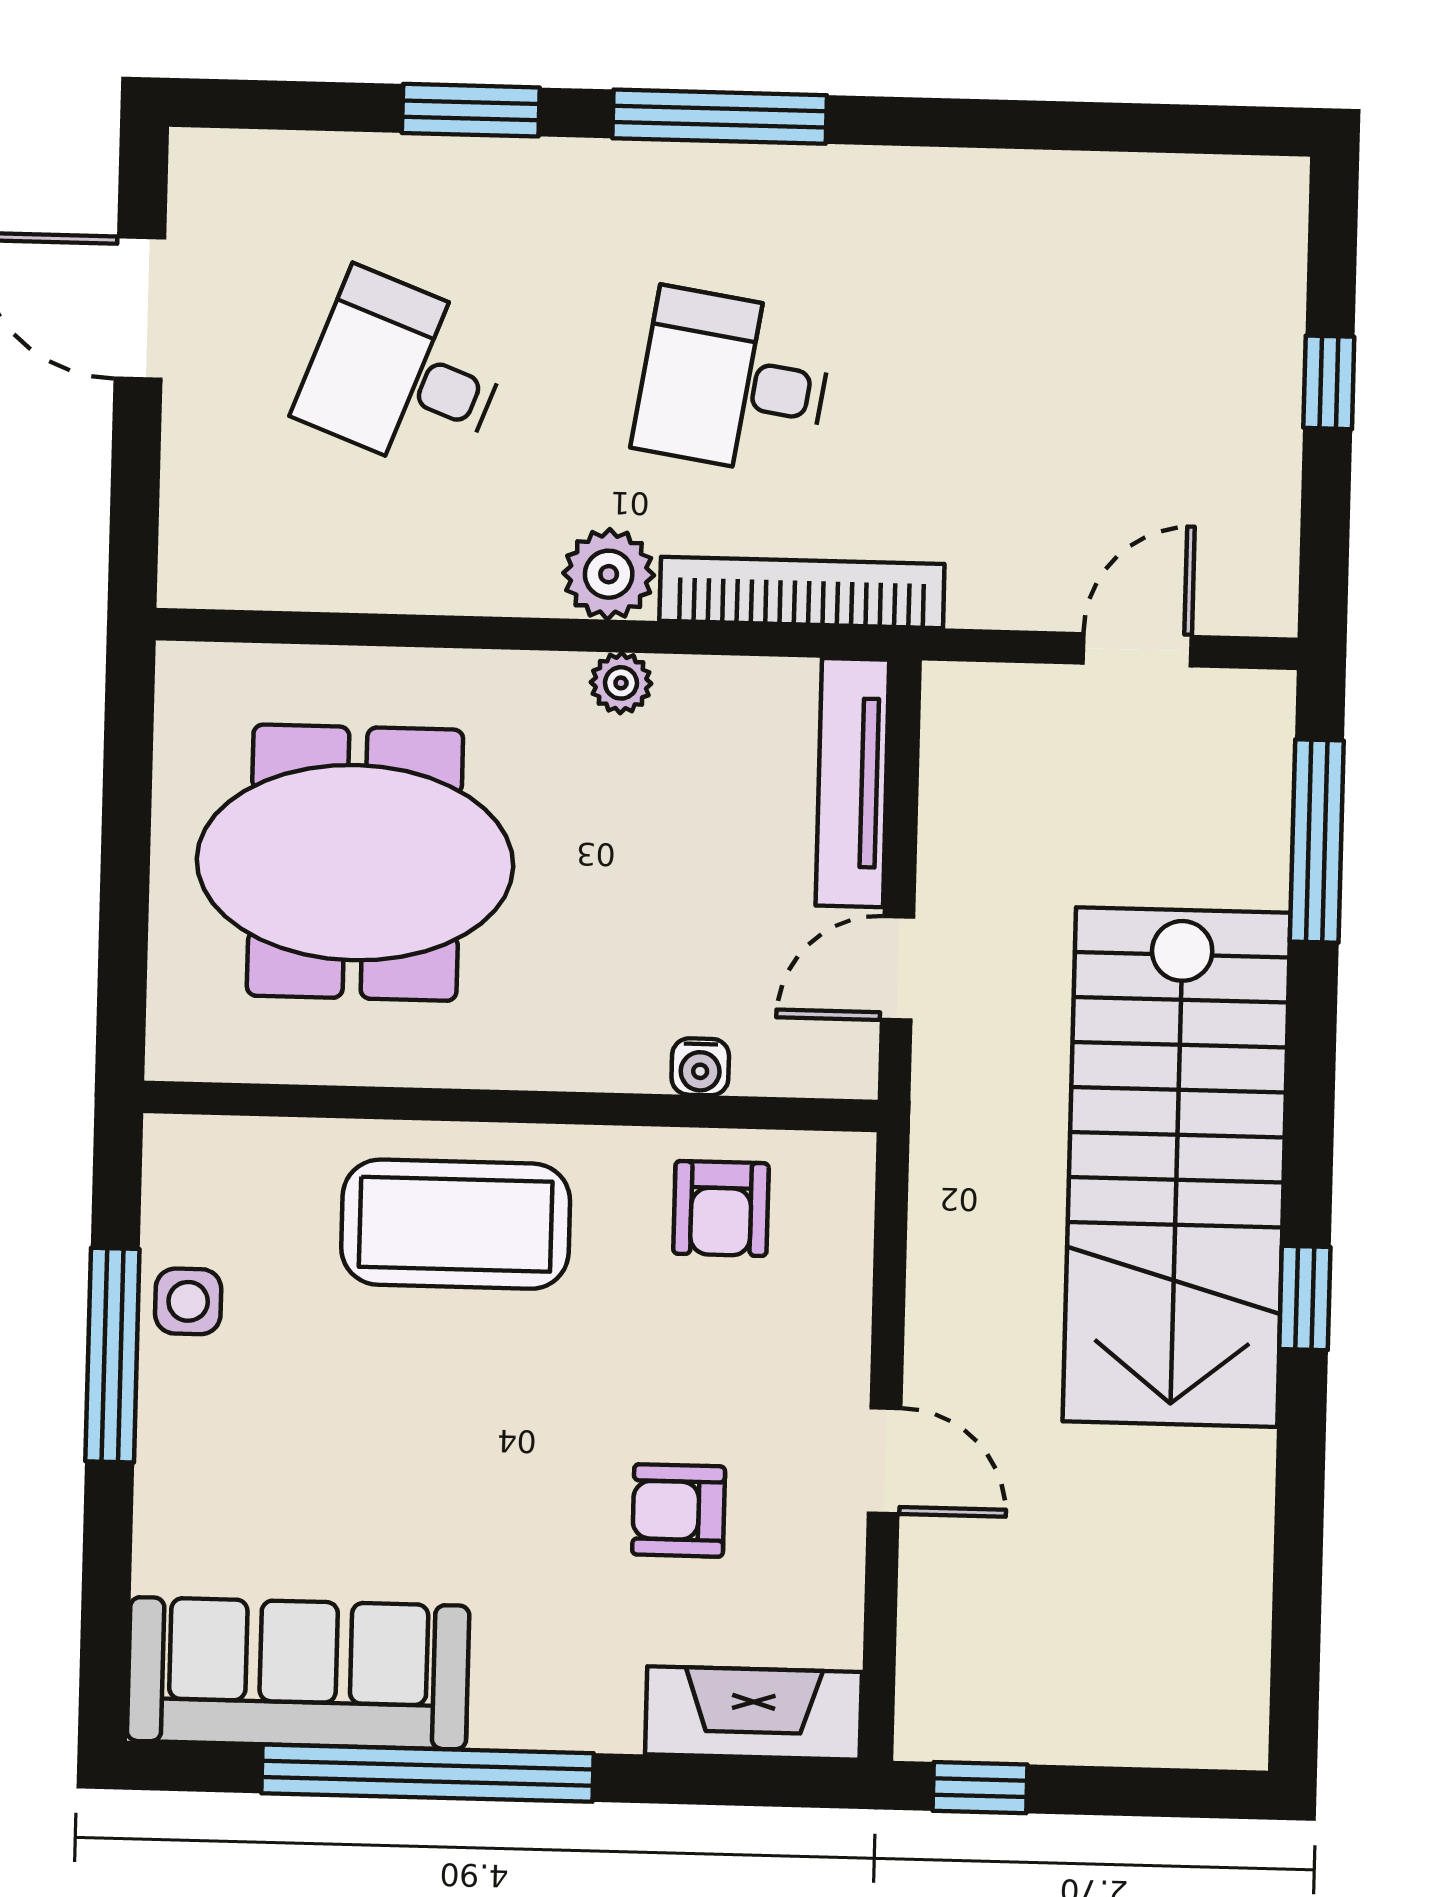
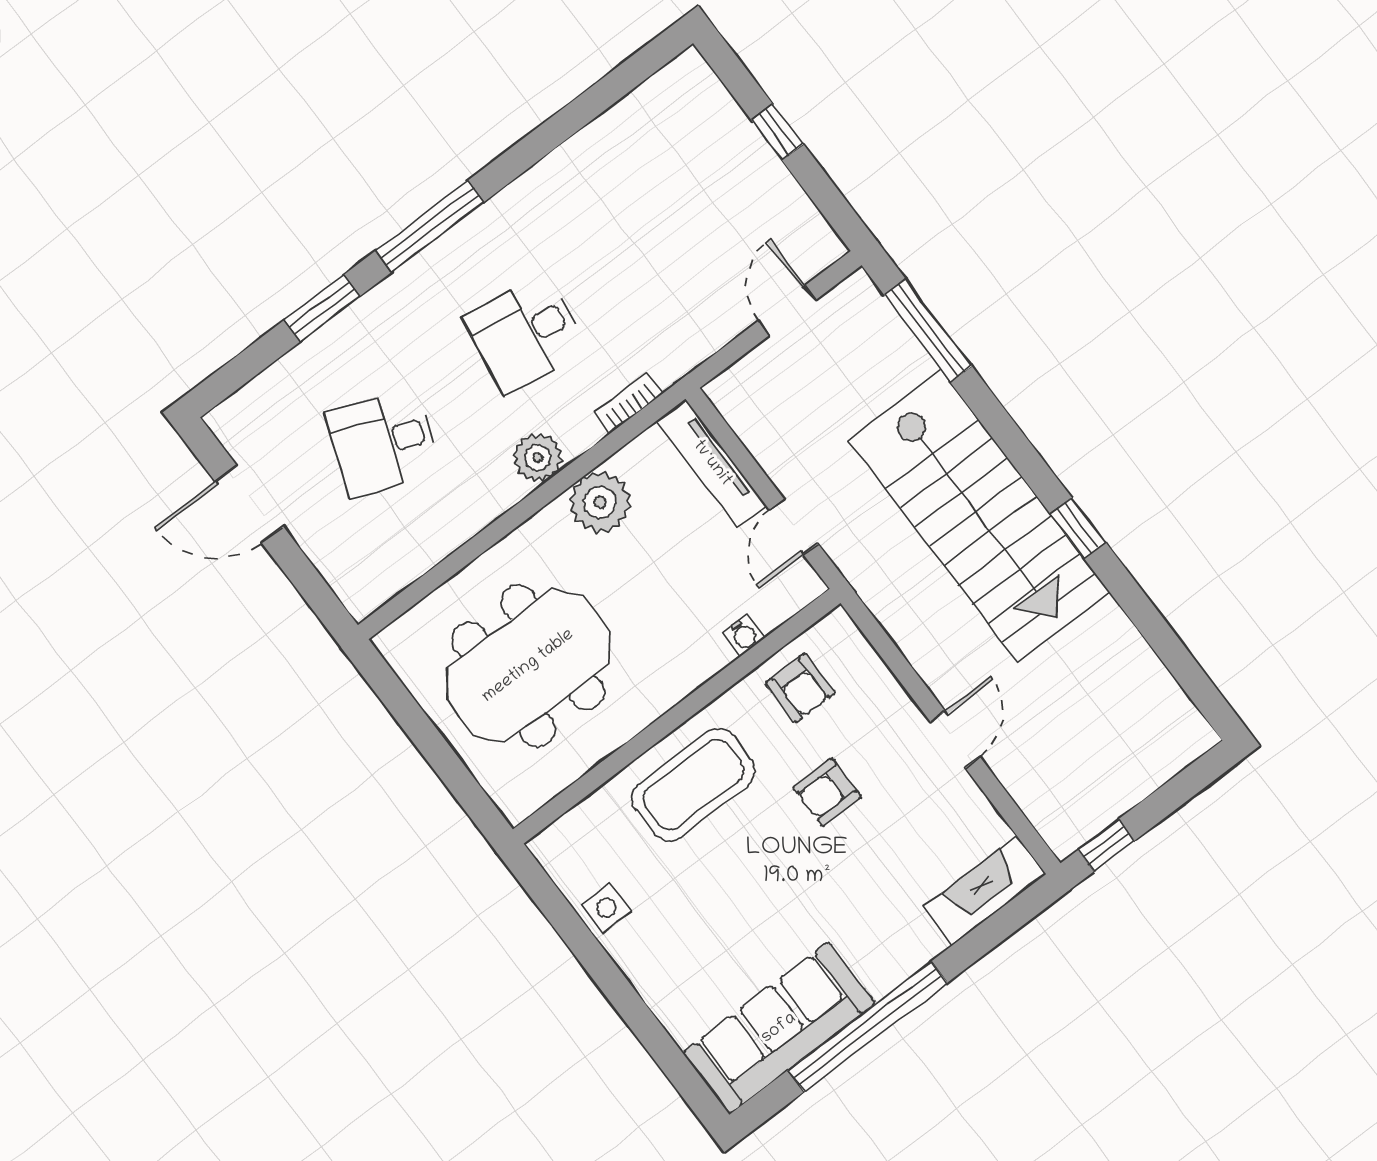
bookcase: (802, 592) -> (628, 403), width x0.43, depth x0.76
plant: (621, 683) -> (600, 502), width x1.87, depth x1.87
window: (112, 1355) -> (593, 956), removed
door: (885, 1461) -> (955, 739), hinge flipped
armchair: (679, 1510) -> (827, 792), moved

